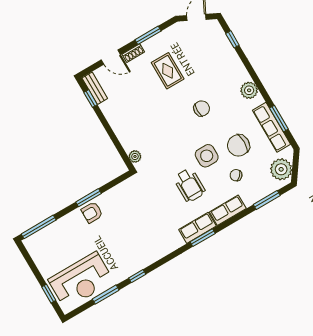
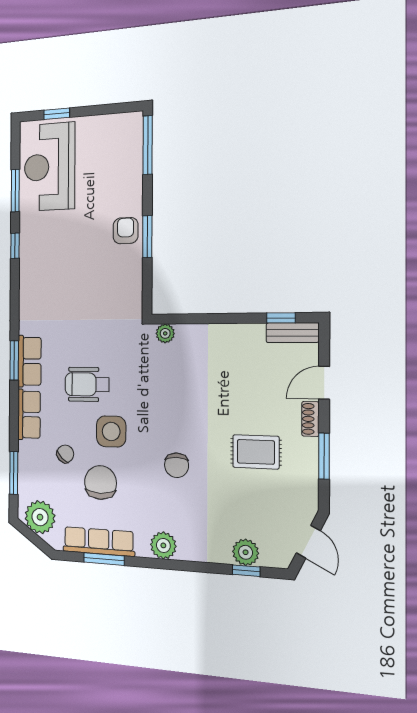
plant: (223, 45) -> (246, 552), added

